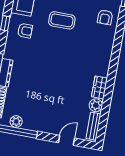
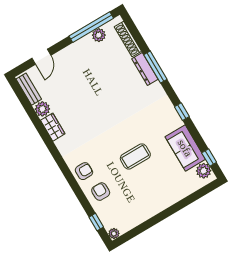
armchair: (25, 31) -> (84, 171), moved, turned 180

